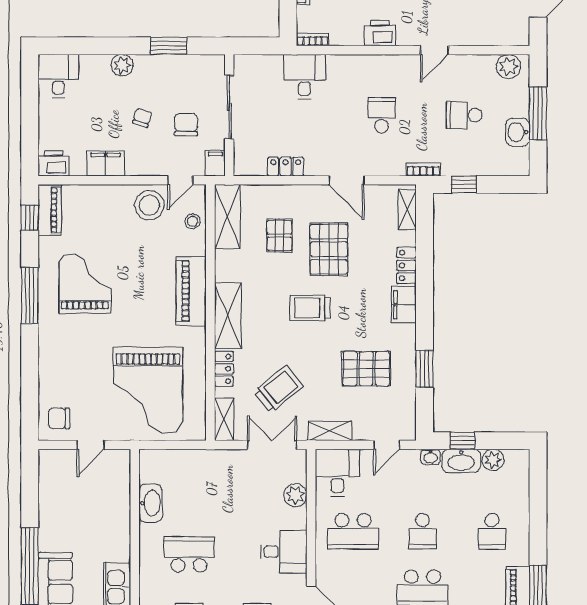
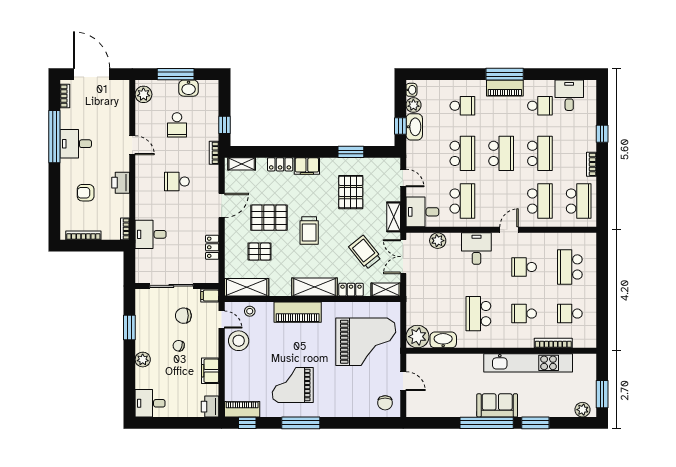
washbasin: (431, 457) -> (411, 90), moved
plant: (156, 466) -> (417, 337), added
school desk: (422, 531) -> (462, 153), width x1.85

